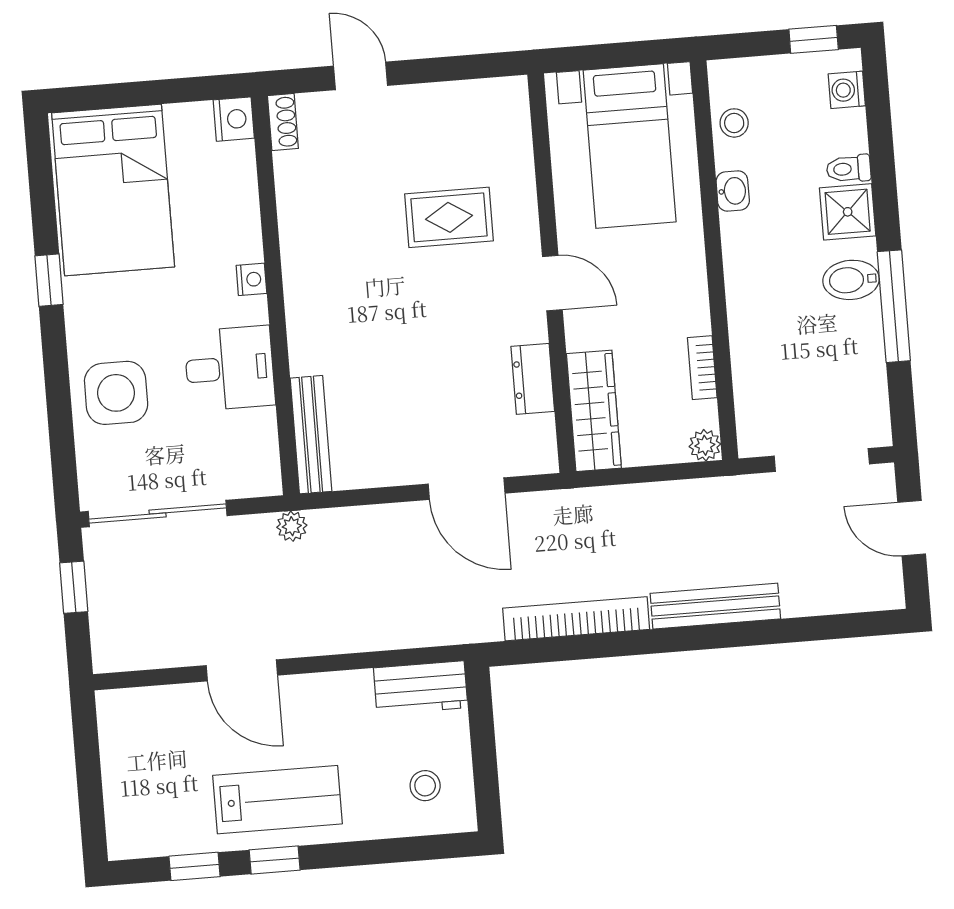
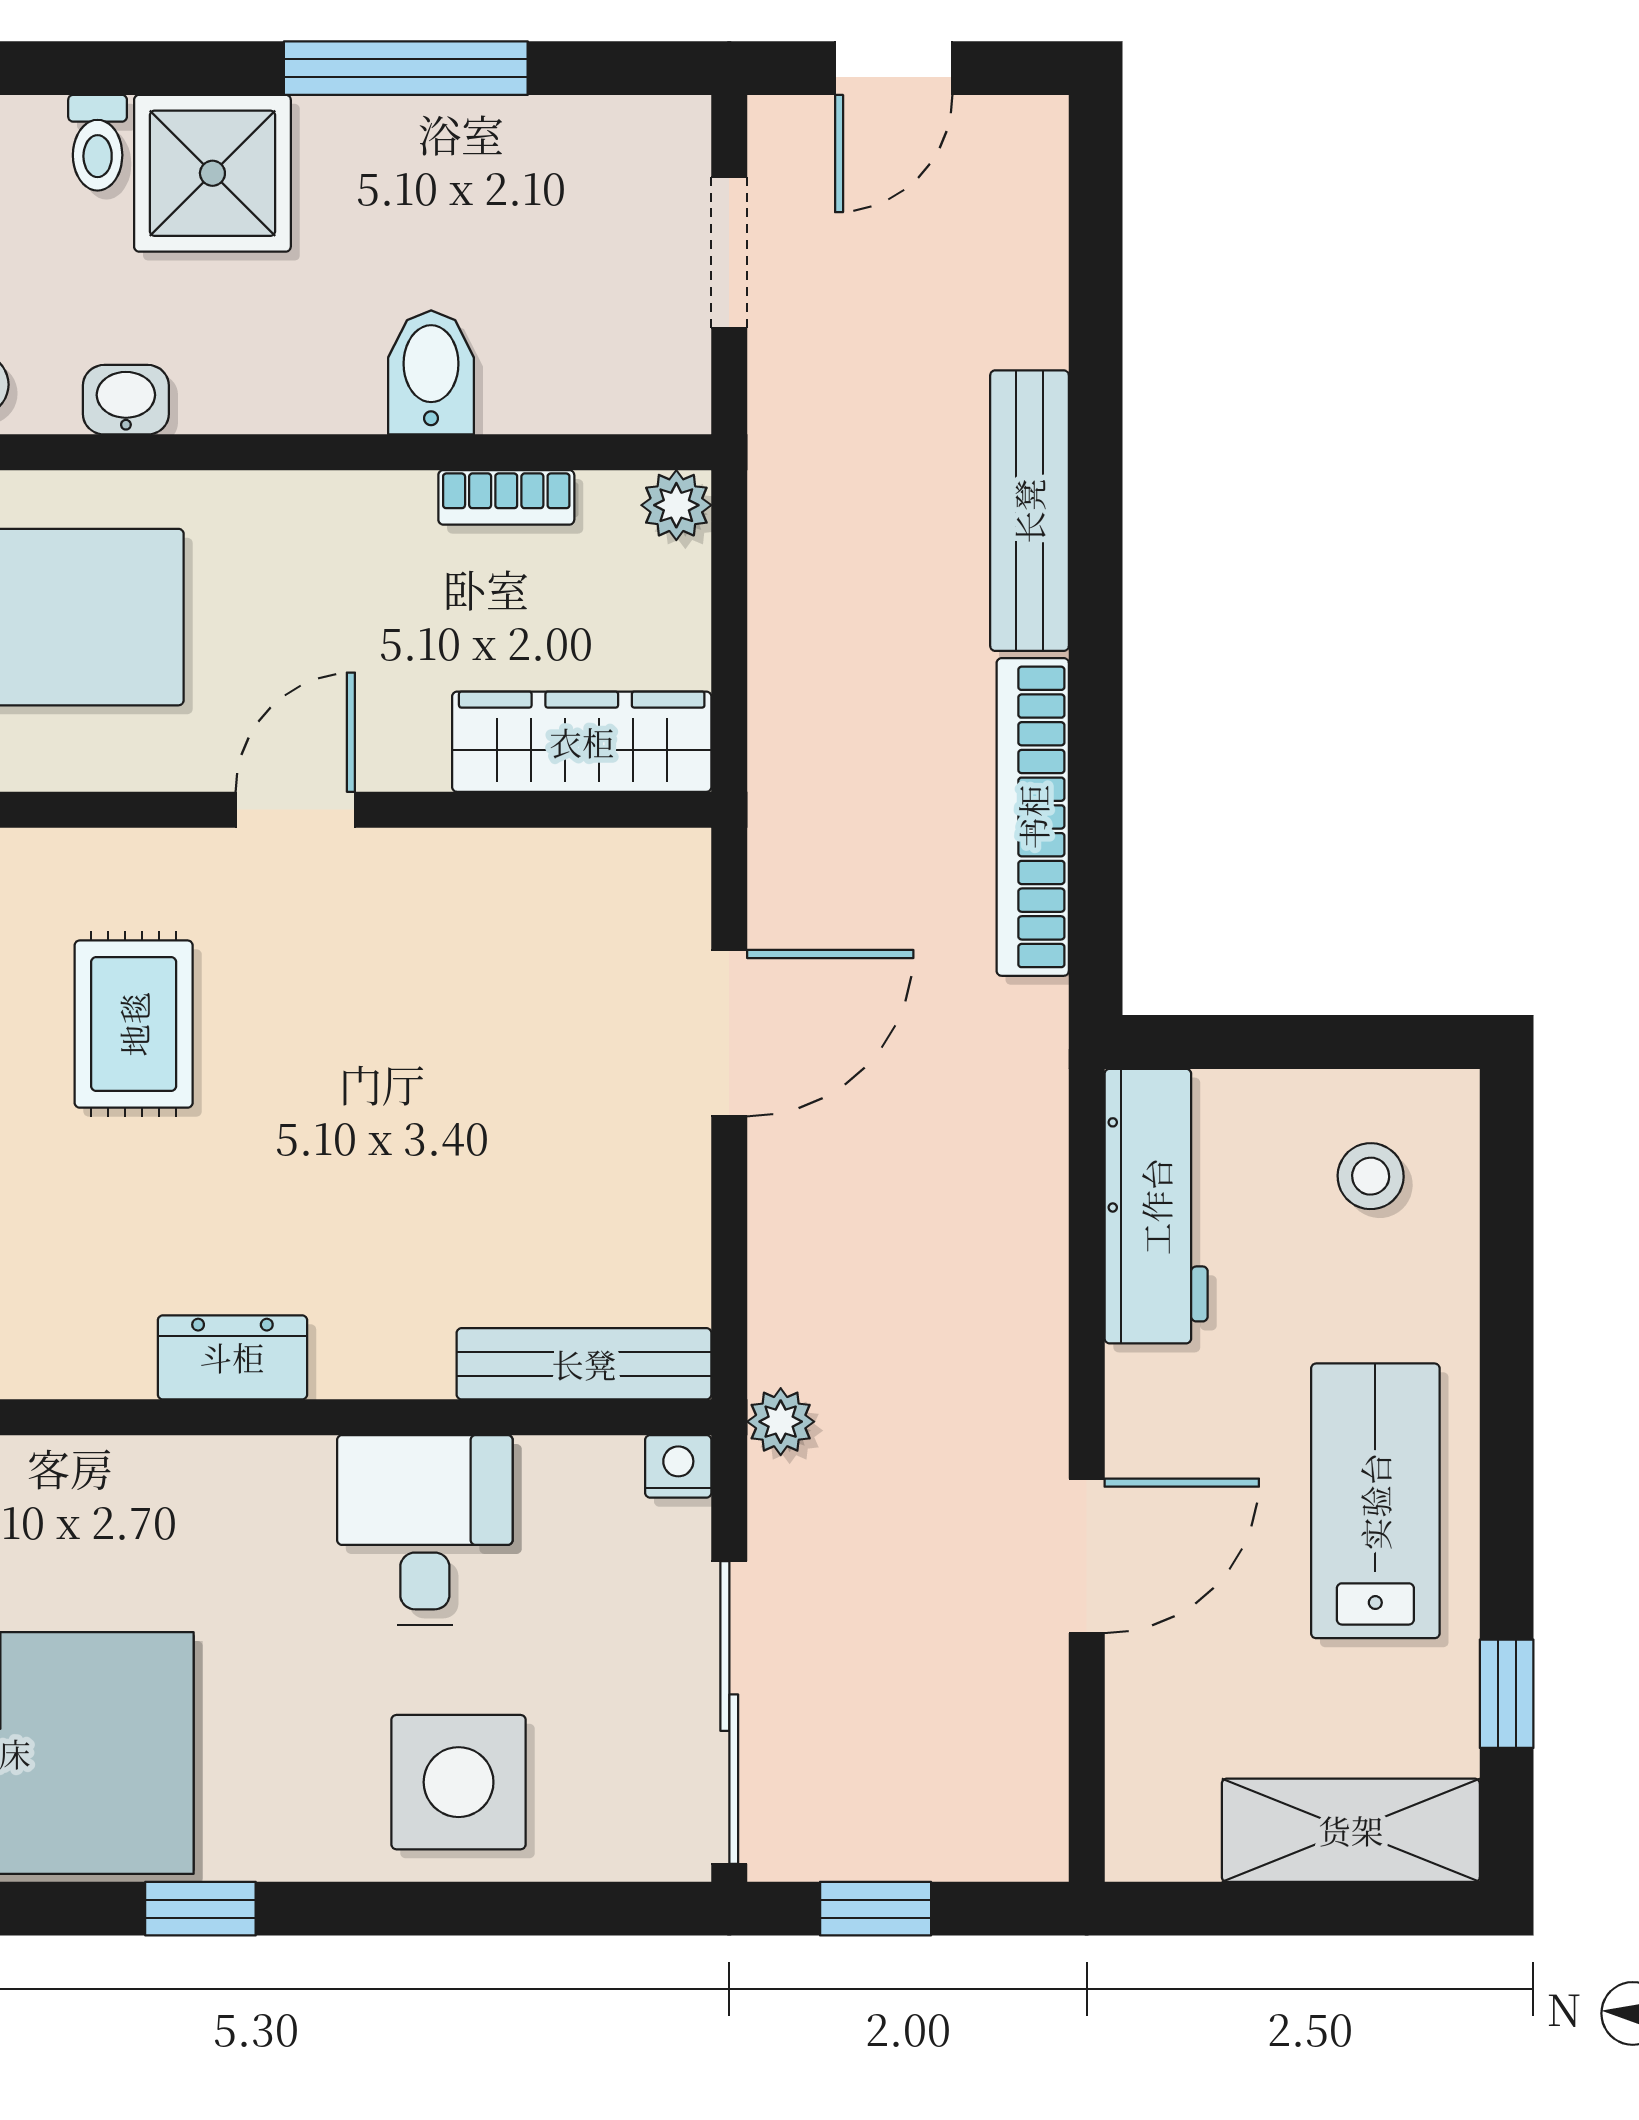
shower: (848, 212) -> (212, 173), width x1.36, depth x1.36
nightstand: (251, 279) -> (678, 1466), moved
bidet: (851, 280) -> (431, 372), moved, turned 180
dresser: (533, 379) -> (232, 1357), moved, turned 180
doorway: (822, 460) -> (729, 252), width x0.73
workbench: (421, 688) -> (1156, 1206), width x1.38
shelving: (127, 801) -> (1351, 1830), added
window: (275, 860) -> (1507, 1518), removed

